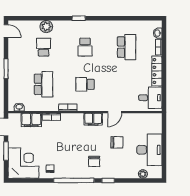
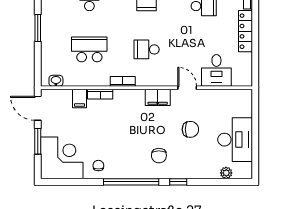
school desk: (44, 84) -> (89, 49), turned -90
desk: (150, 98) -> (216, 70), moved, turned 90
door: (115, 112) -> (187, 88), swing flipped
filing cabinet: (31, 120) -> (79, 99), width x0.50

